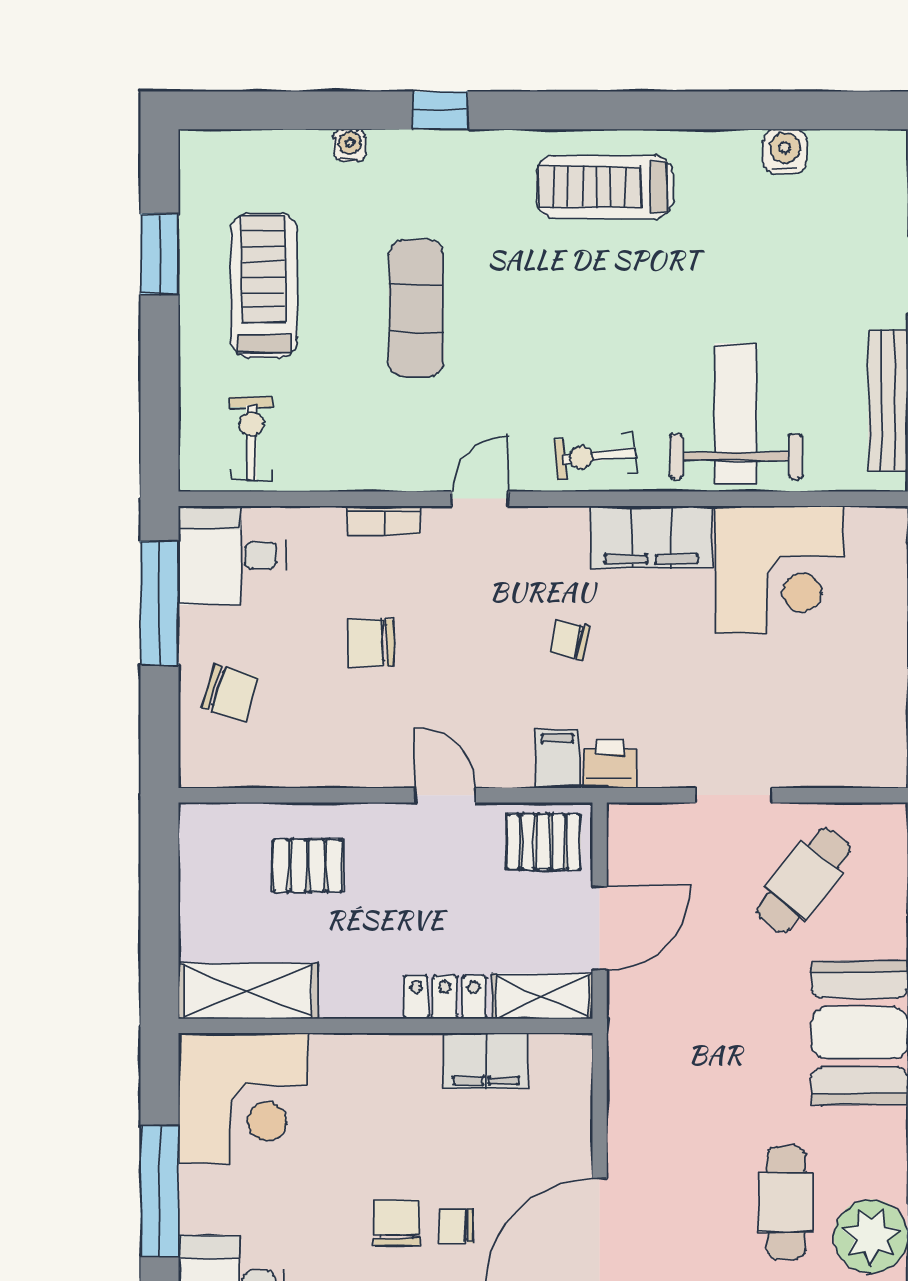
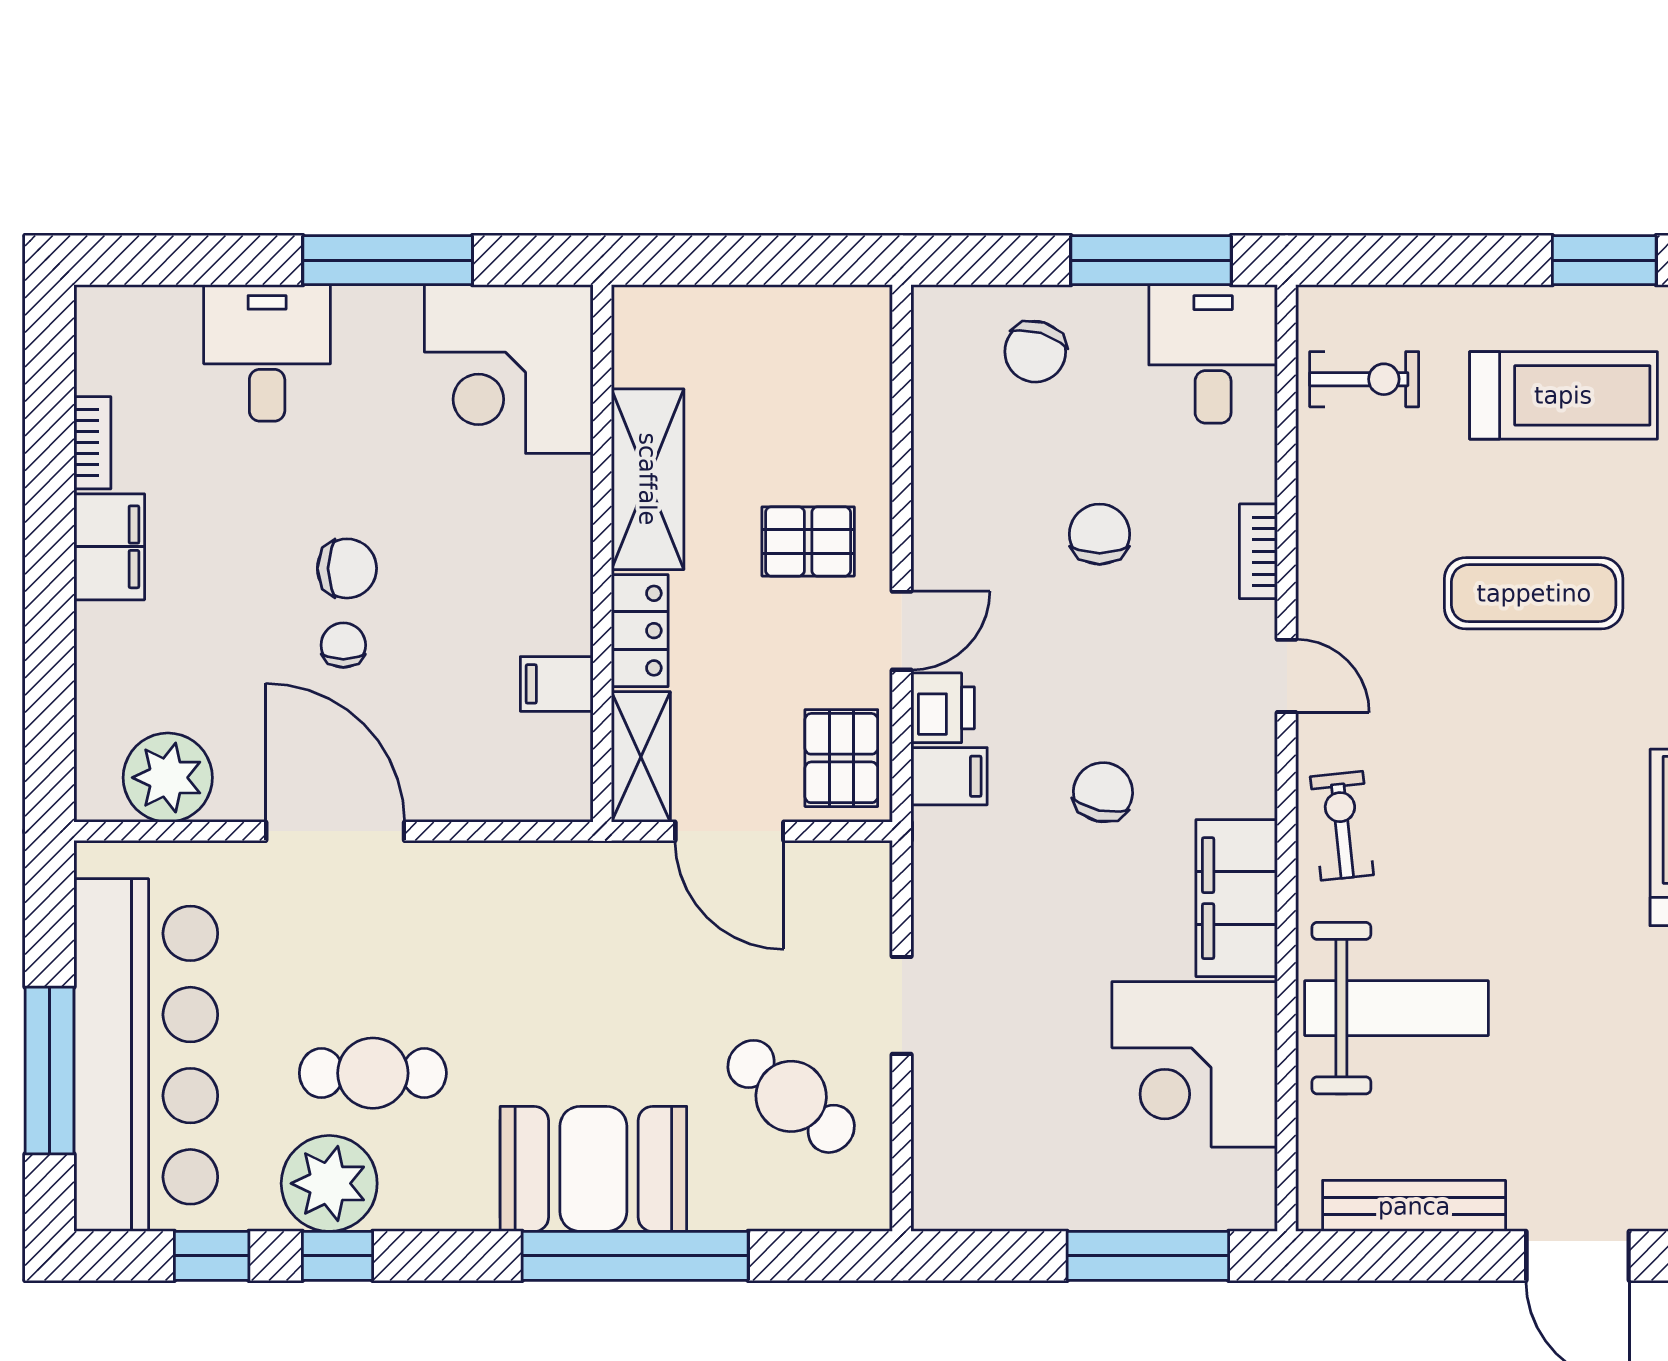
chair: (569, 640) -> (1103, 792), width x1.37, depth x1.37
printer: (610, 764) -> (943, 708), moved
pallet: (308, 866) -> (808, 541), moved, turned 90
shelving: (248, 991) -> (648, 479), moved
filing cabinet: (486, 1061) -> (557, 684), width x0.50

